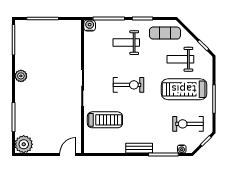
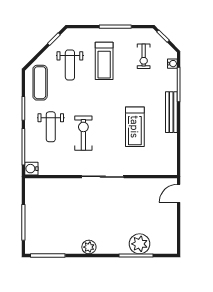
exercise bike: (128, 85) -> (83, 133), moved
treadmill: (184, 89) -> (104, 61), width x0.73, depth x0.73
treadmill: (105, 120) -> (135, 127), moved, turned 180
exercise bike: (188, 124) -> (144, 56), width x0.73, depth x0.72
plant: (24, 144) -> (140, 244), moved
bench: (139, 148) -> (171, 112), width x1.36
door: (68, 155) -> (179, 193), hinge flipped

